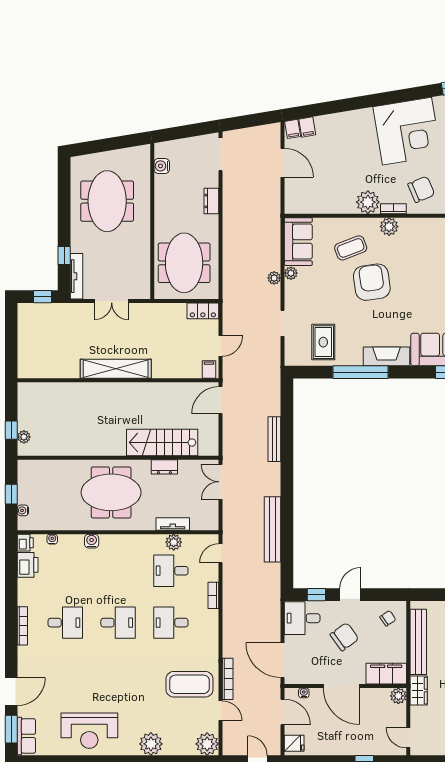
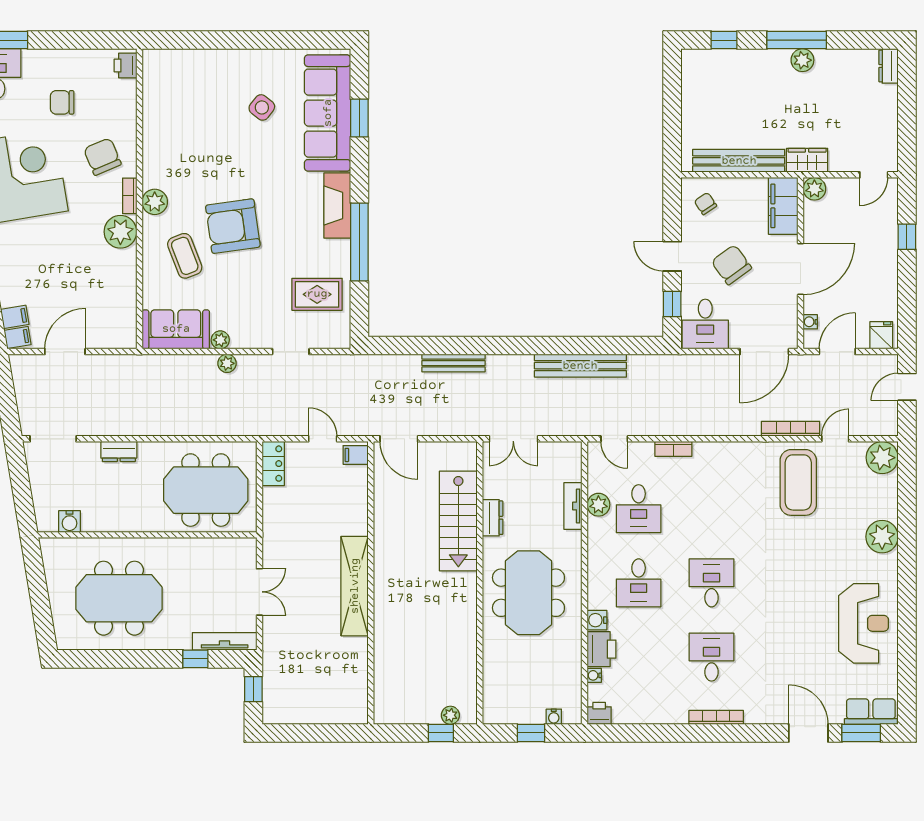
printer: (28, 565) -> (602, 649), moved, turned 90
desk: (171, 623) -> (639, 583), moved

